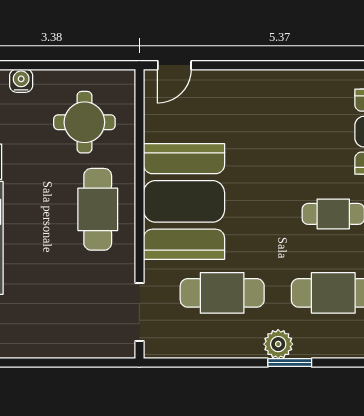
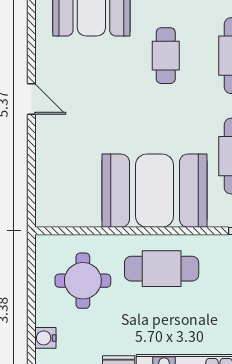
door: (174, 65) -> (31, 99), moved

